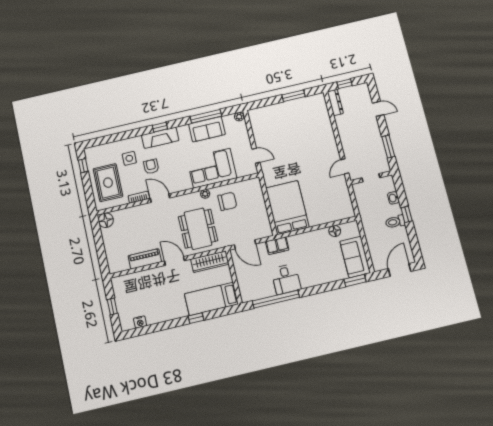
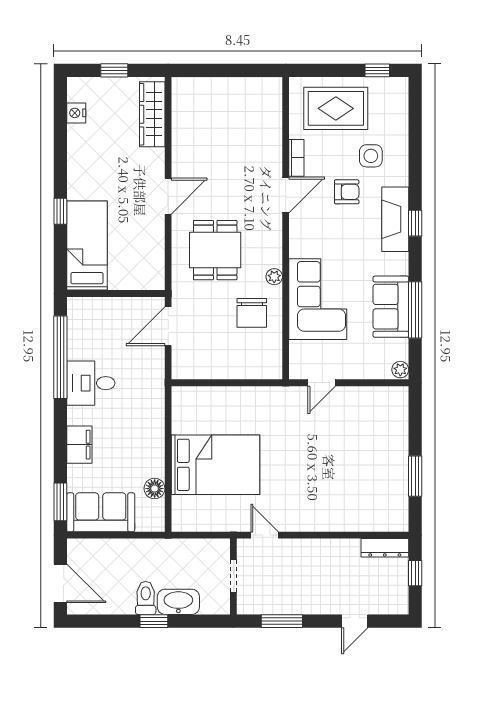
washbasin: (393, 198) -> (178, 602), width x1.91, depth x1.45
bed: (287, 208) -> (215, 465), moved
floor lamp: (106, 220) -> (269, 90), removed
dining table: (198, 229) -> (215, 250), width x0.73
filing cabinet: (277, 246) -> (79, 445), moved, turned 180
piano: (145, 259) -> (184, 145), removed
wardrobe: (210, 262) -> (152, 114), moved

